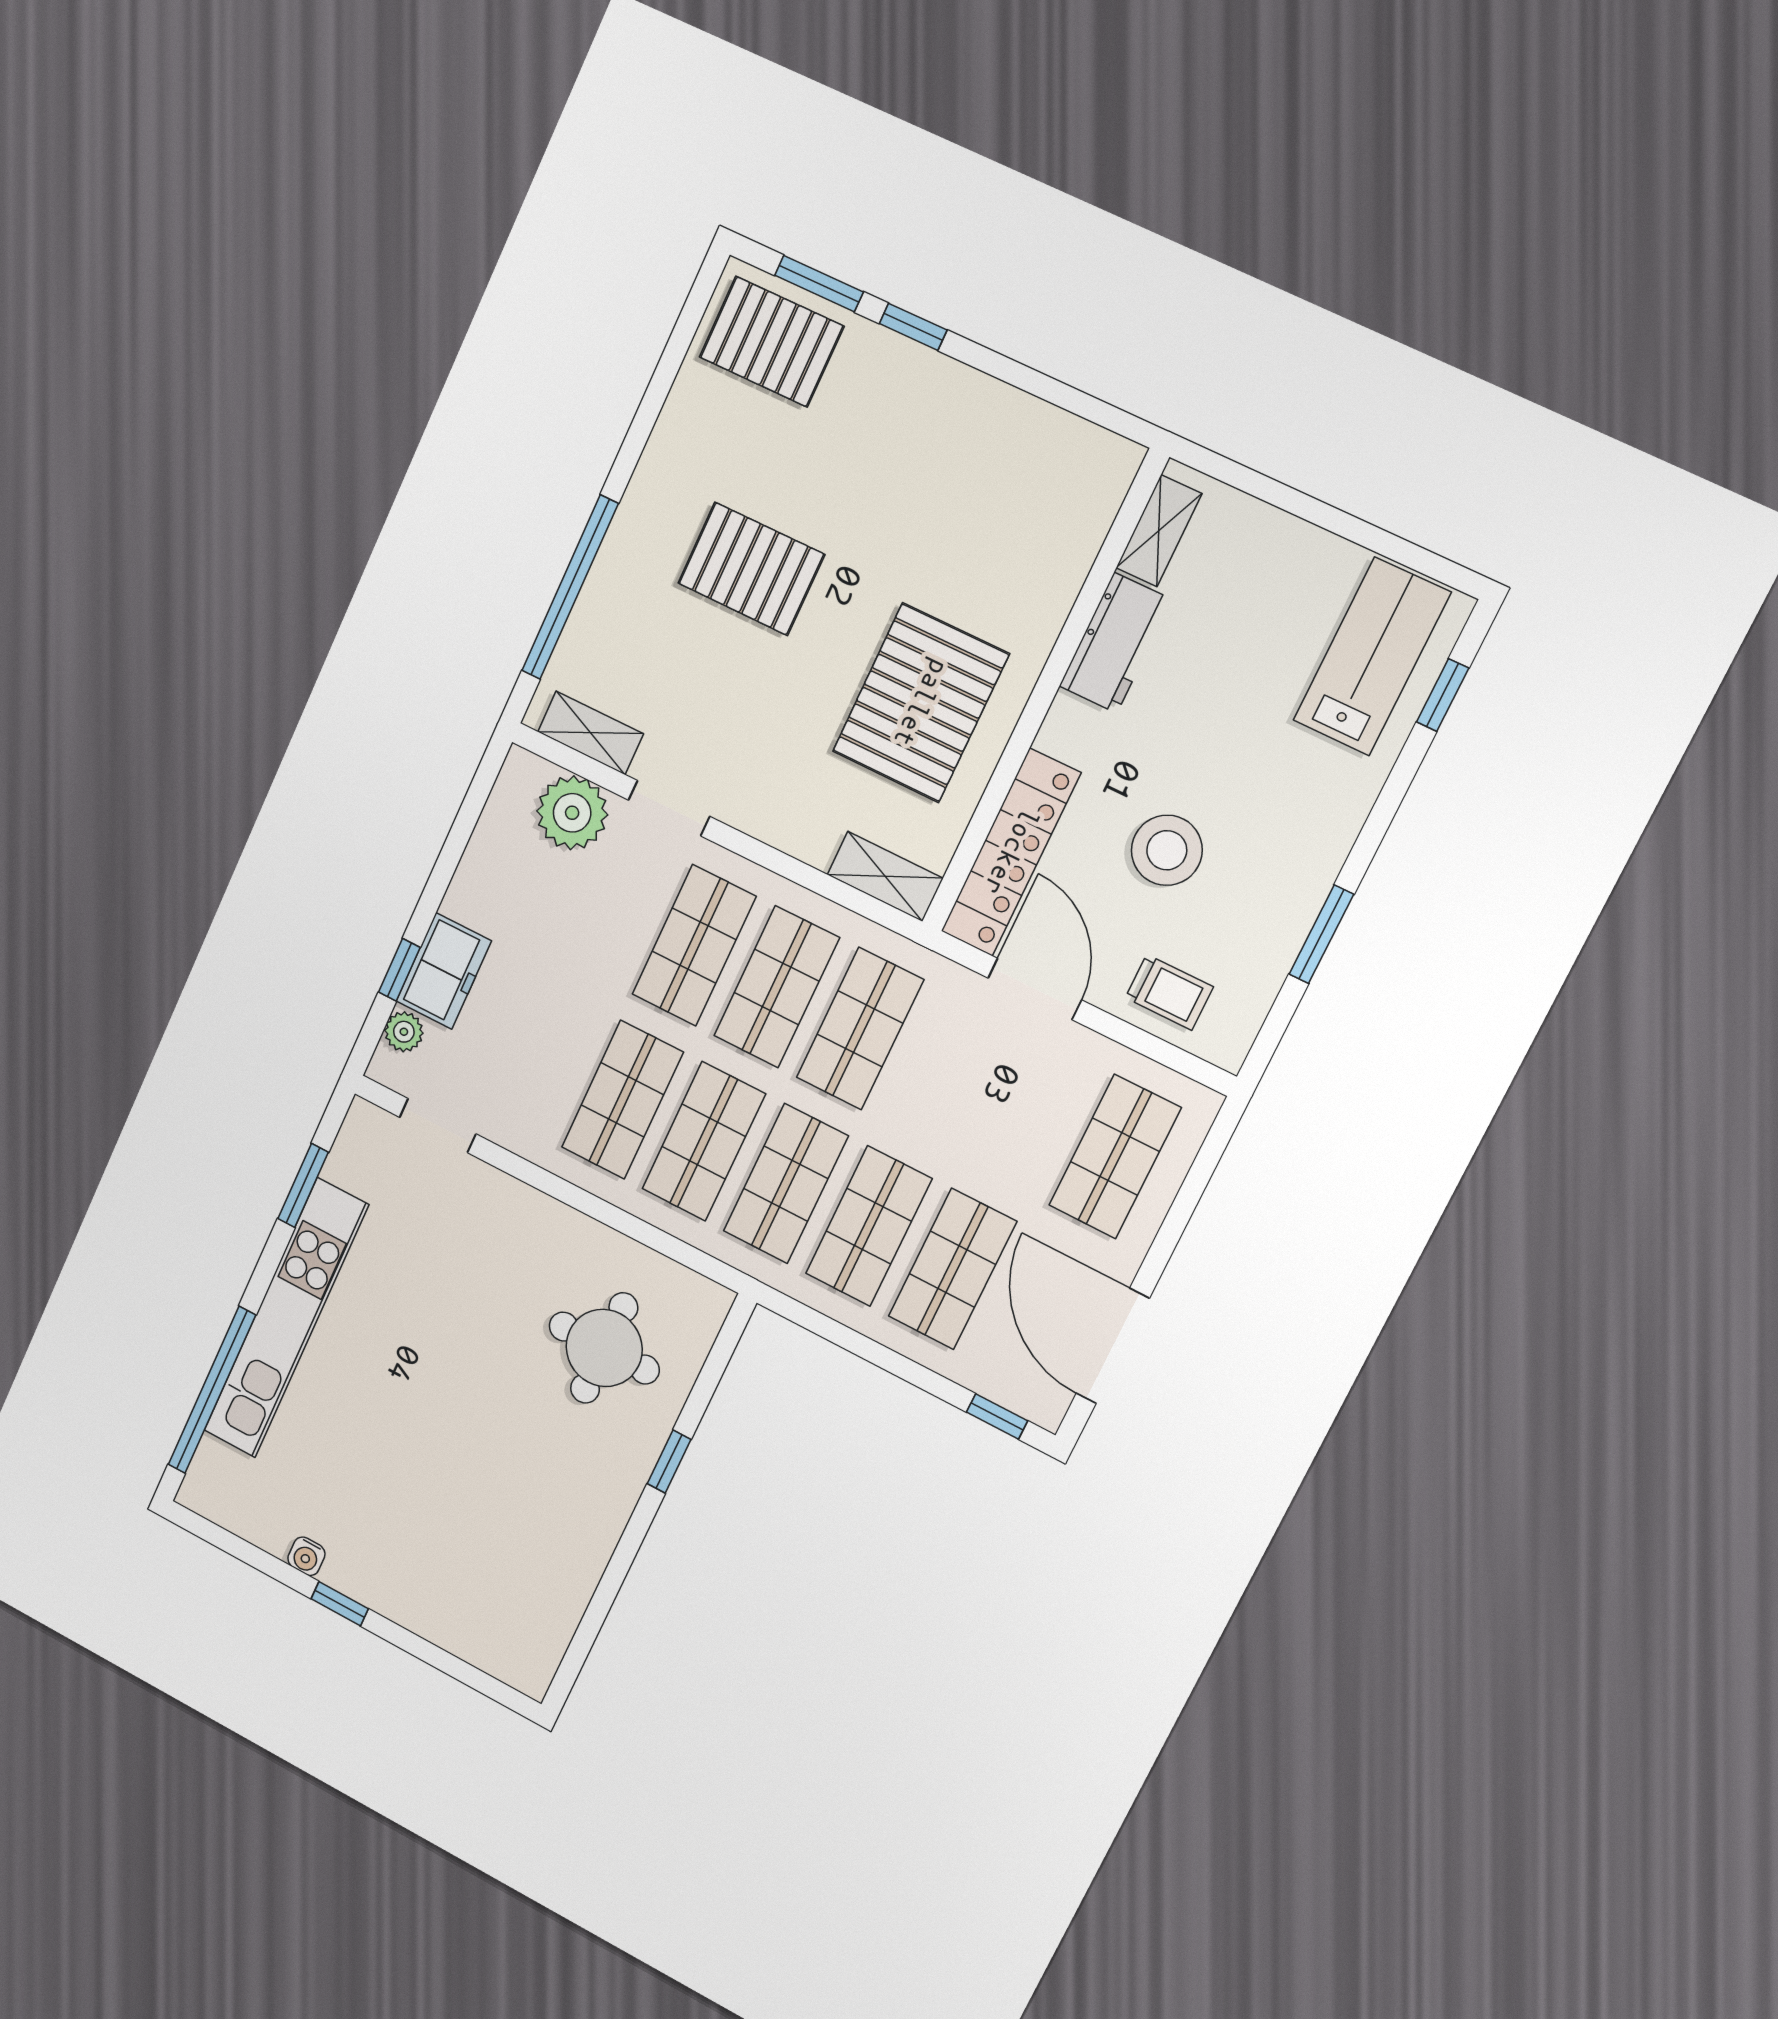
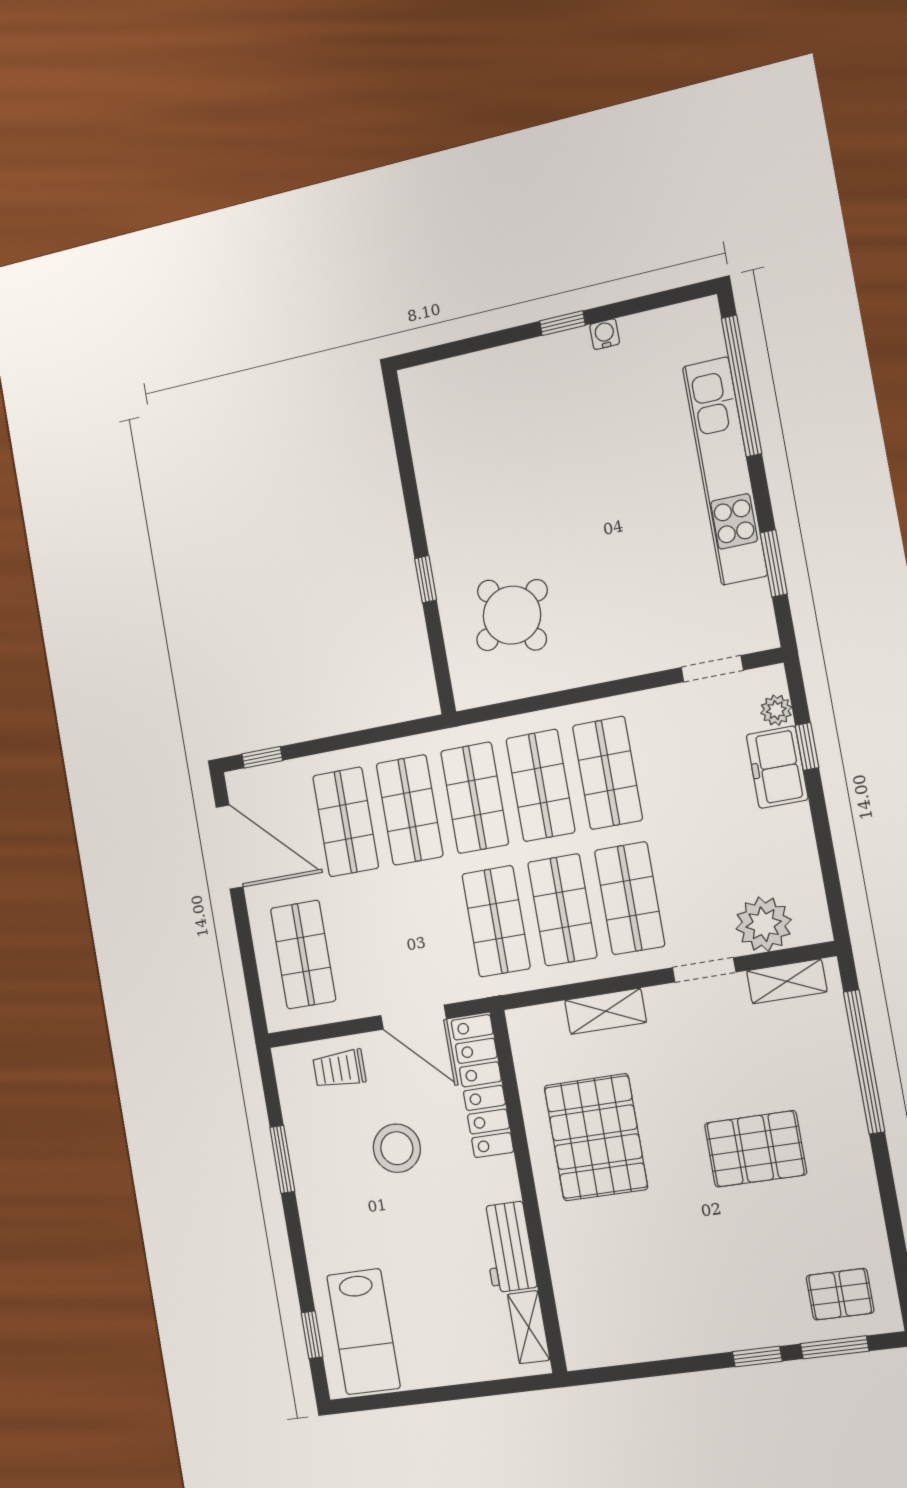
pallet: (771, 342) -> (840, 1294), width x0.67, depth x0.71
shelving: (885, 876) -> (606, 1011), moved
round table: (604, 1348) -> (512, 615), turned -34

